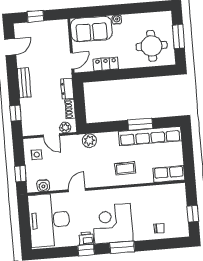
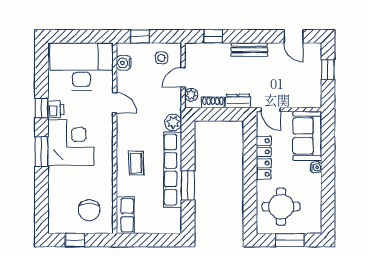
locker: (106, 64) -> (264, 158), width x1.53
row of seats: (150, 136) -> (173, 170), moved
chair: (159, 228) -> (89, 210), moved, width x1.87, depth x1.87

